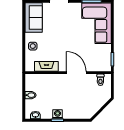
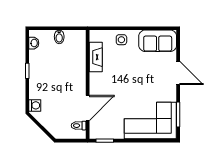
door: (76, 73) -> (88, 108), moved
washing machine: (58, 114) -> (35, 105), moved

